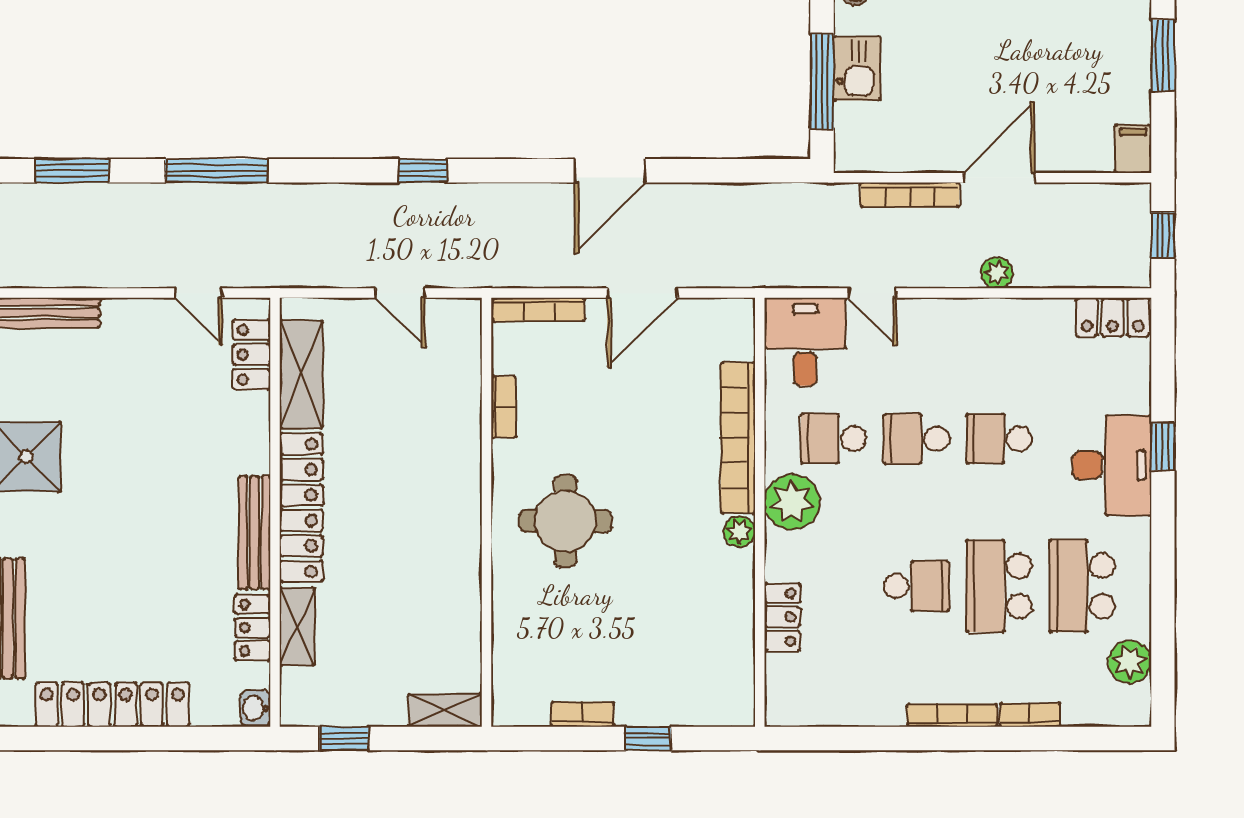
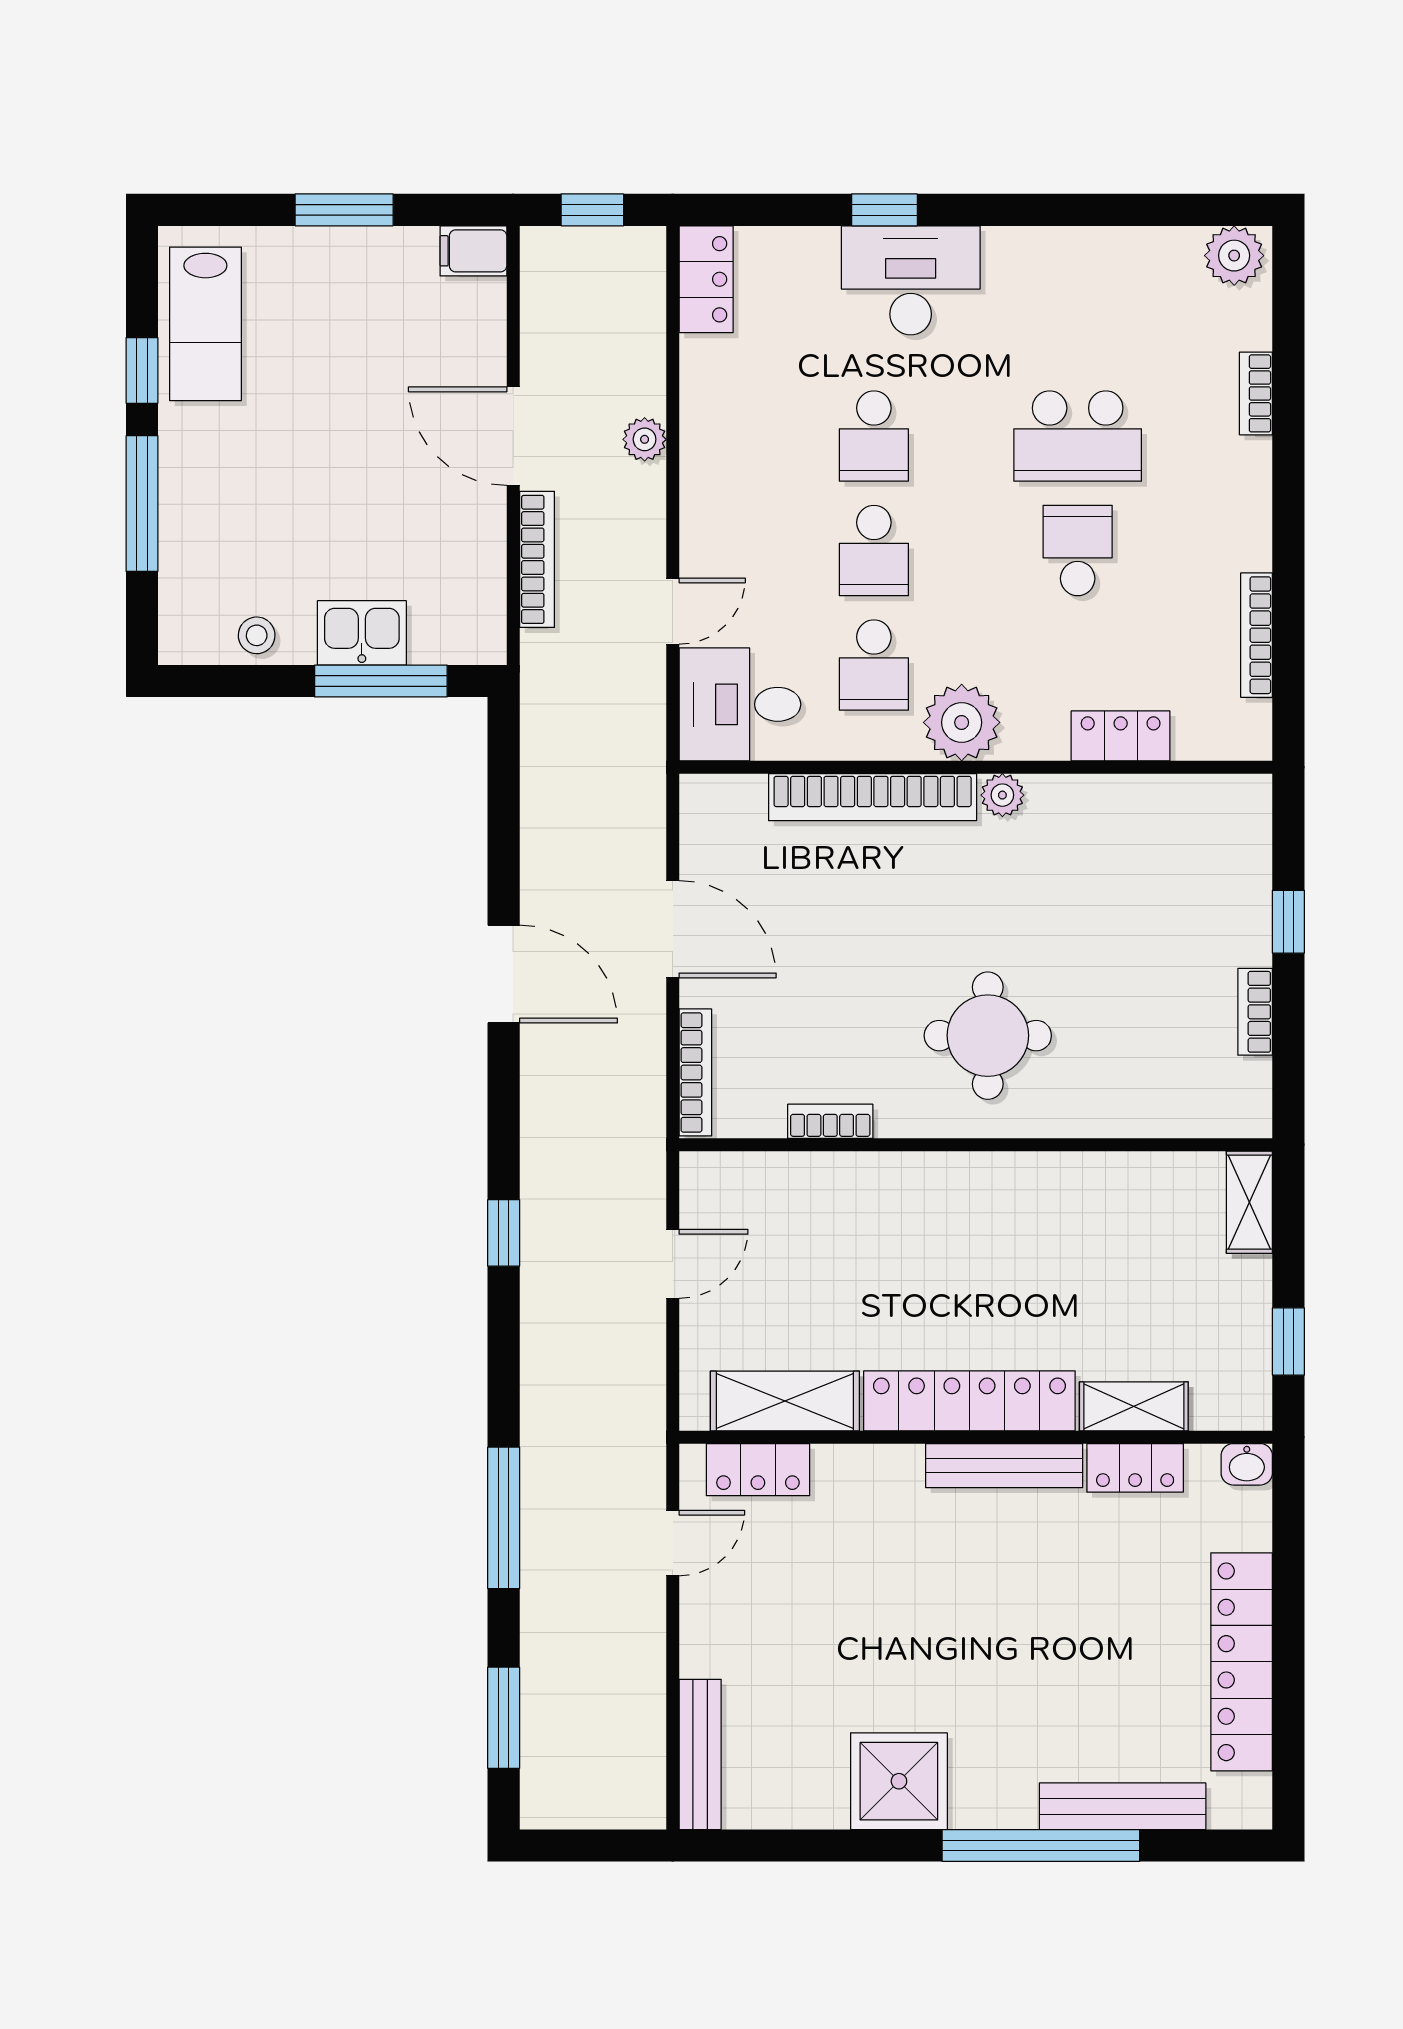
school desk: (1082, 586) -> (1078, 322), removed
plant: (1130, 662) -> (1234, 256), moved
bookcase: (952, 715) -> (1257, 635), moved

